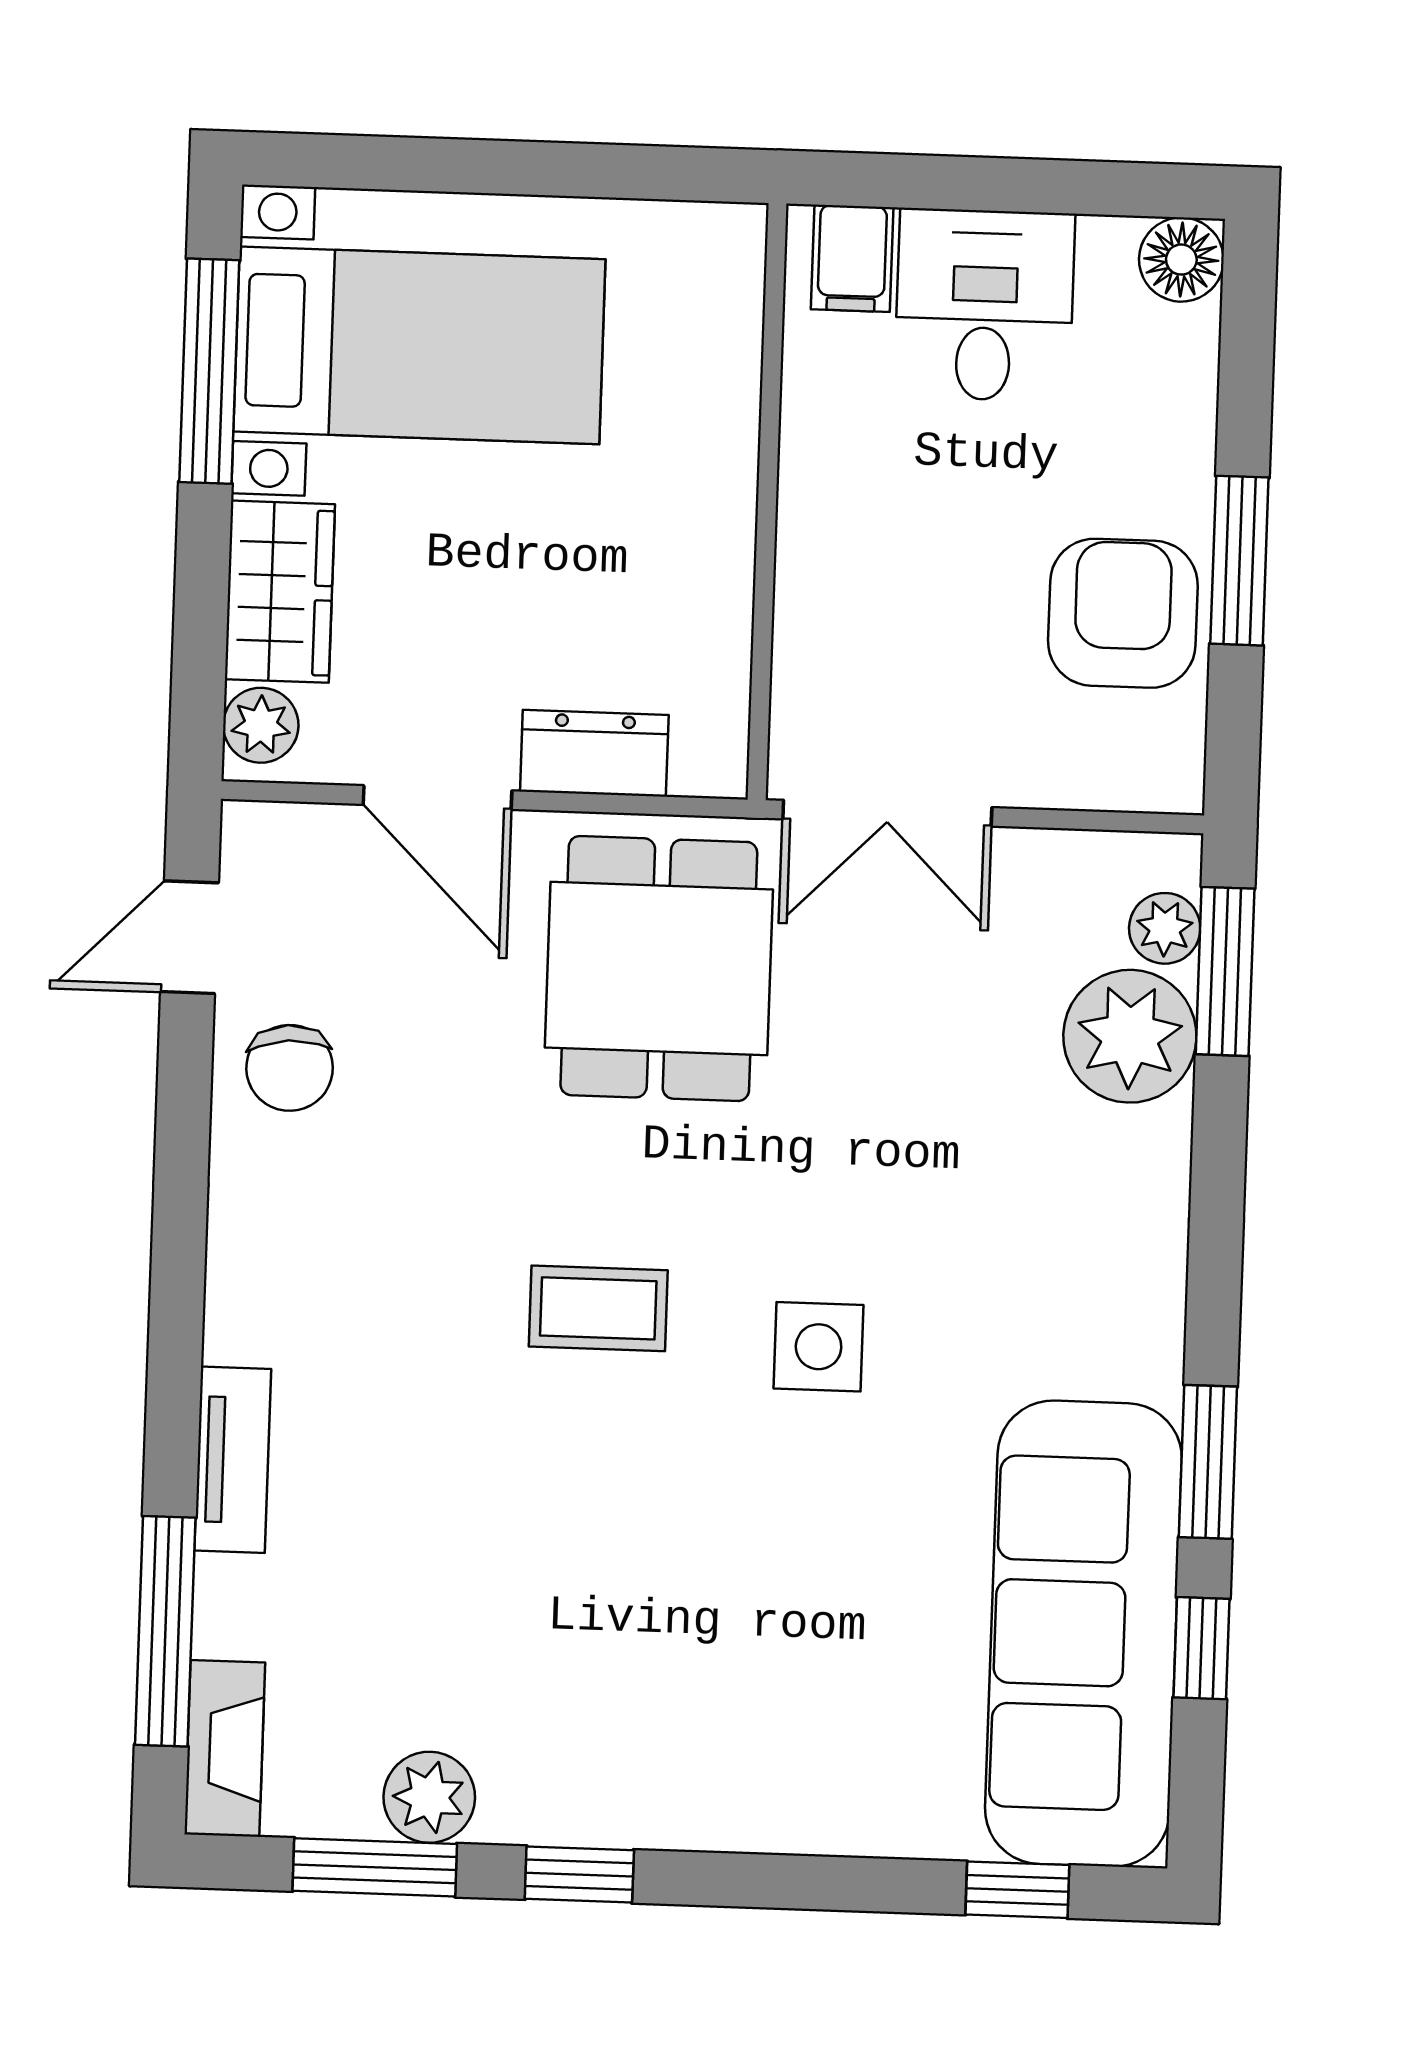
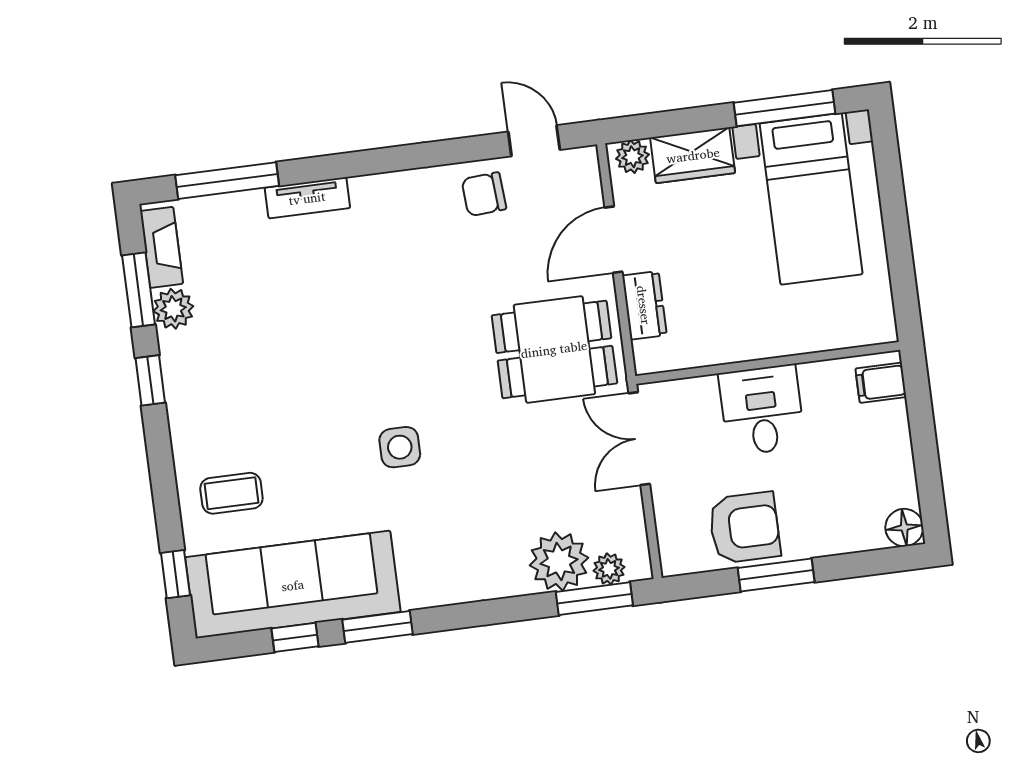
desk: (985, 305) -> (762, 410), moved, turned -90
coffee table: (598, 1308) -> (231, 493), moved, turned 90
fireplace: (225, 1748) -> (162, 247), moved, turned -90

